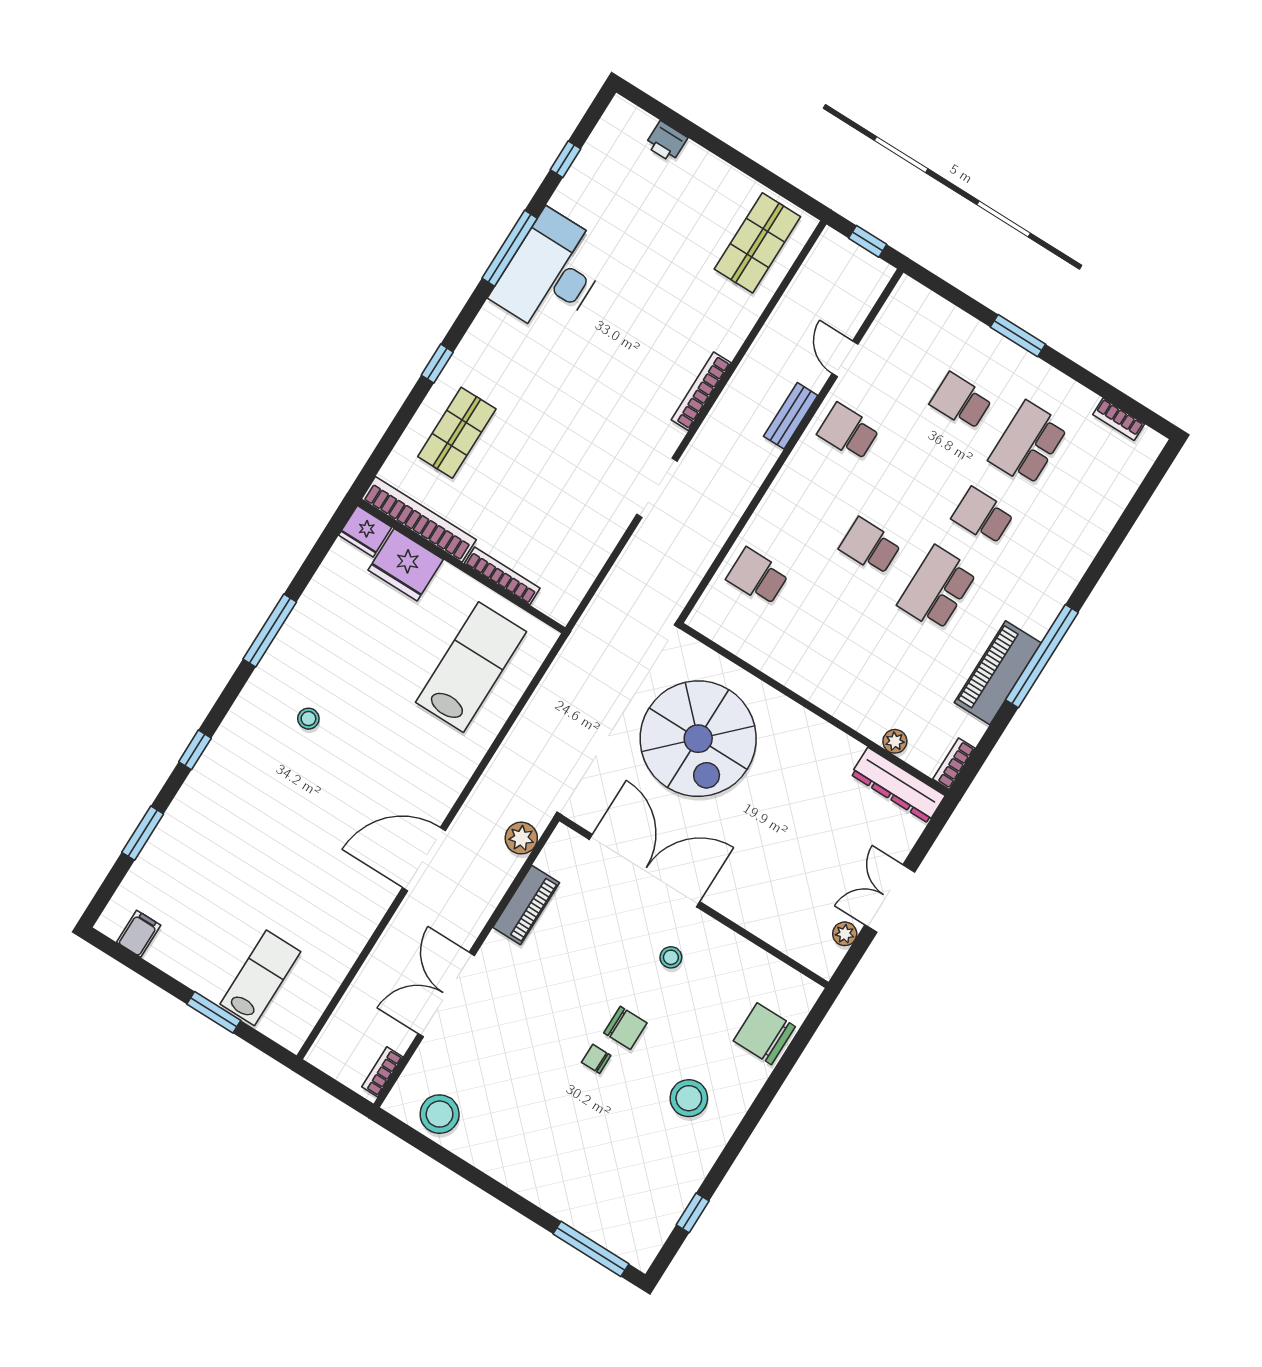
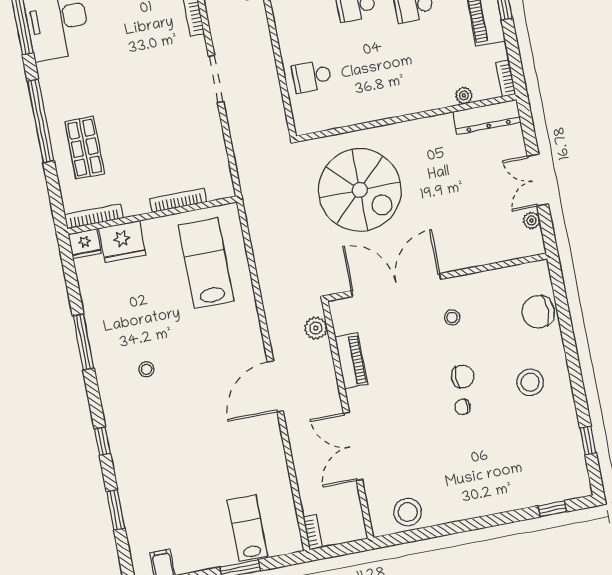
window: (437, 364) -> (41, 121), width x3.17
bookcase: (419, 519) -> (94, 216), width x0.68, depth x0.76
bookcase: (382, 1072) -> (313, 532), moved, turned 180
window: (591, 1249) -> (552, 509), width x0.46

